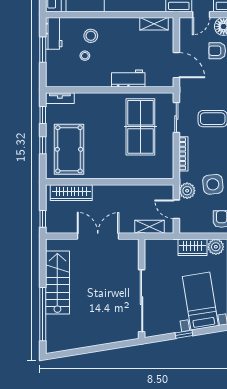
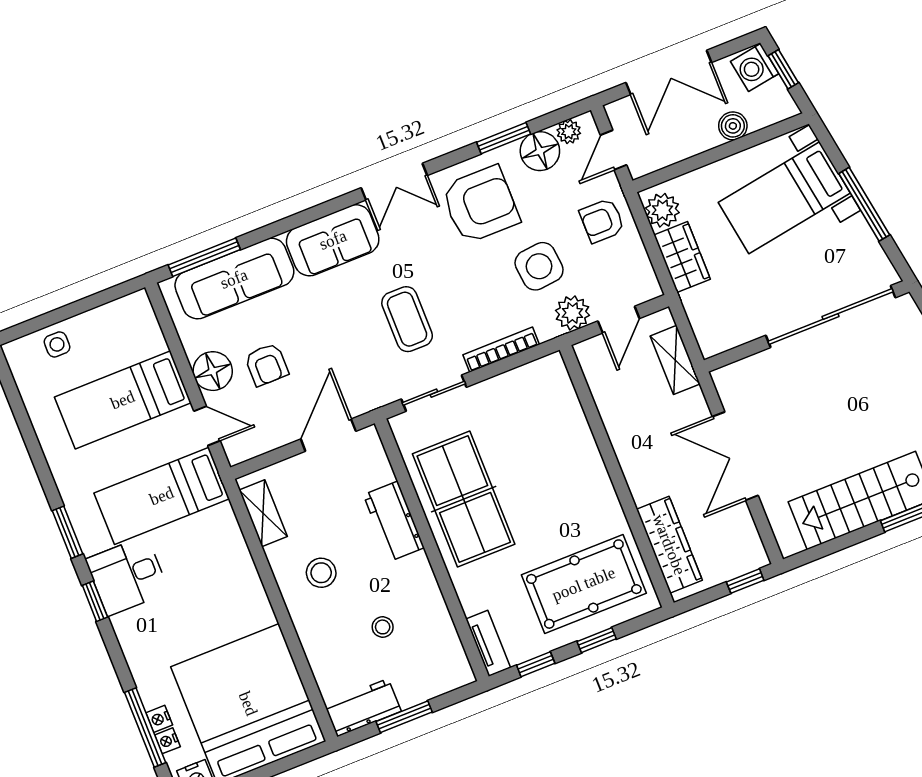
stool: (91, 36) -> (321, 573), moved
table tennis table: (140, 127) -> (464, 499), moved, turned 90
window: (184, 334) -> (864, 204), width x2.17

